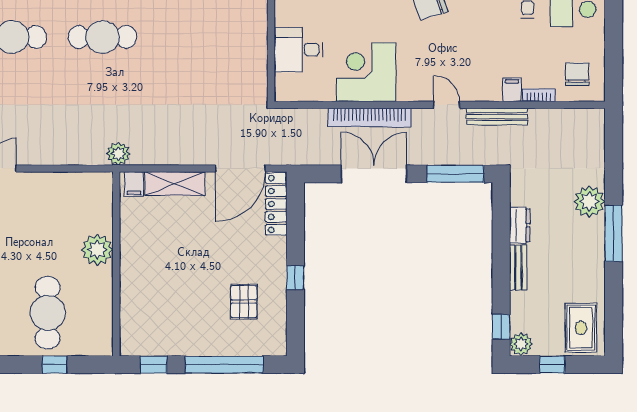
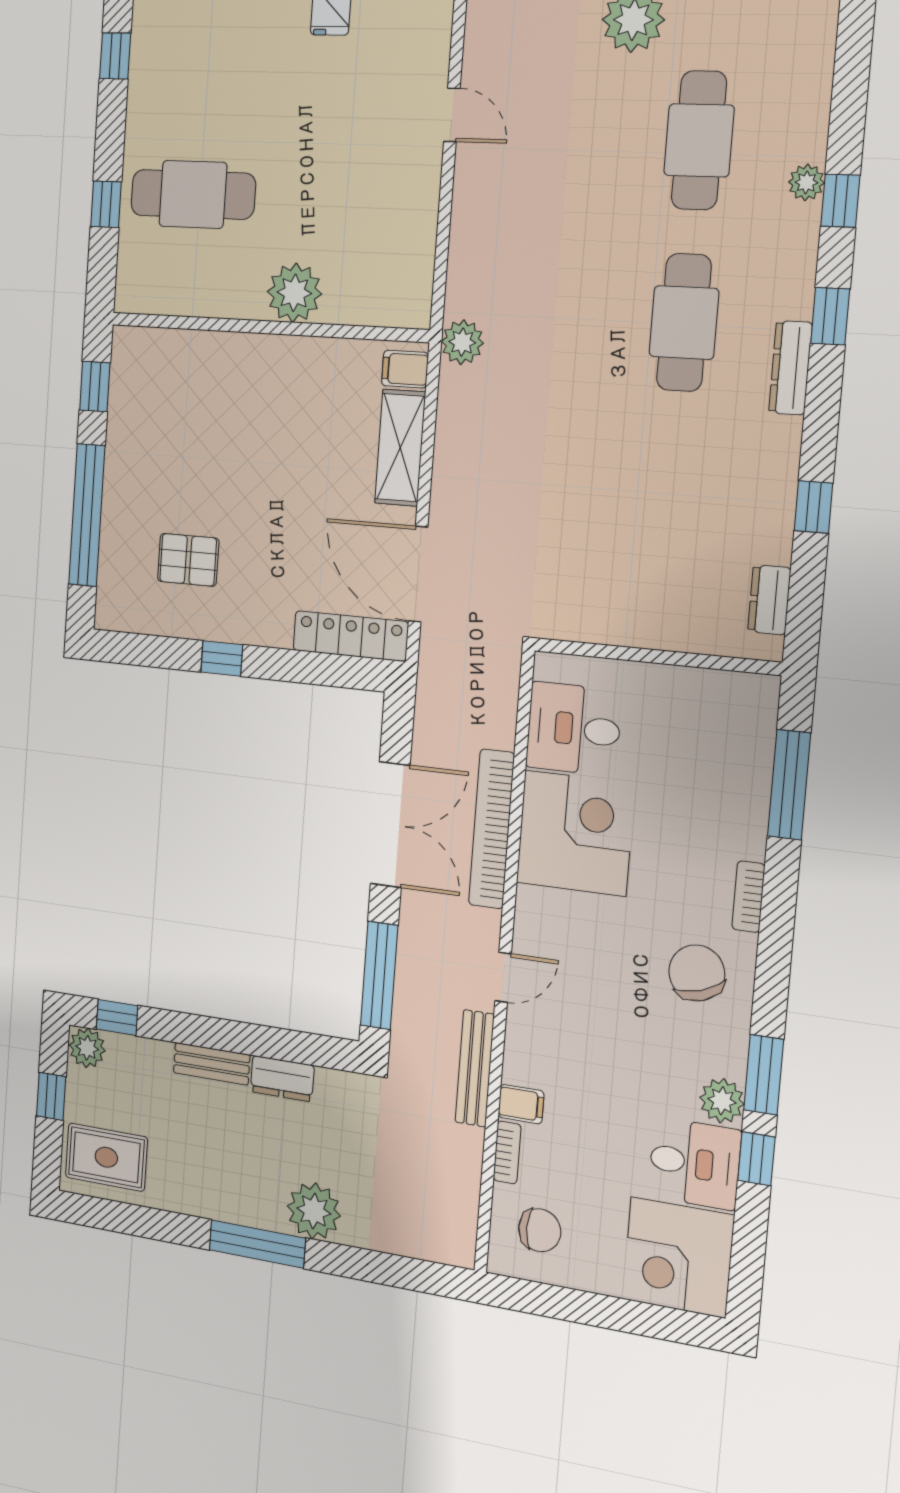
desk: (298, 50) -> (574, 729), moved, turned -90

